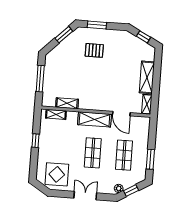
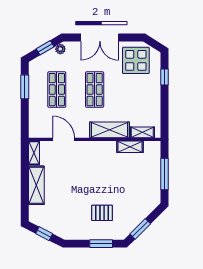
shelving: (94, 119) -> (109, 130), moved
window: (36, 141) -> (165, 77), moved
double door: (85, 196) -> (100, 37), width x1.37

